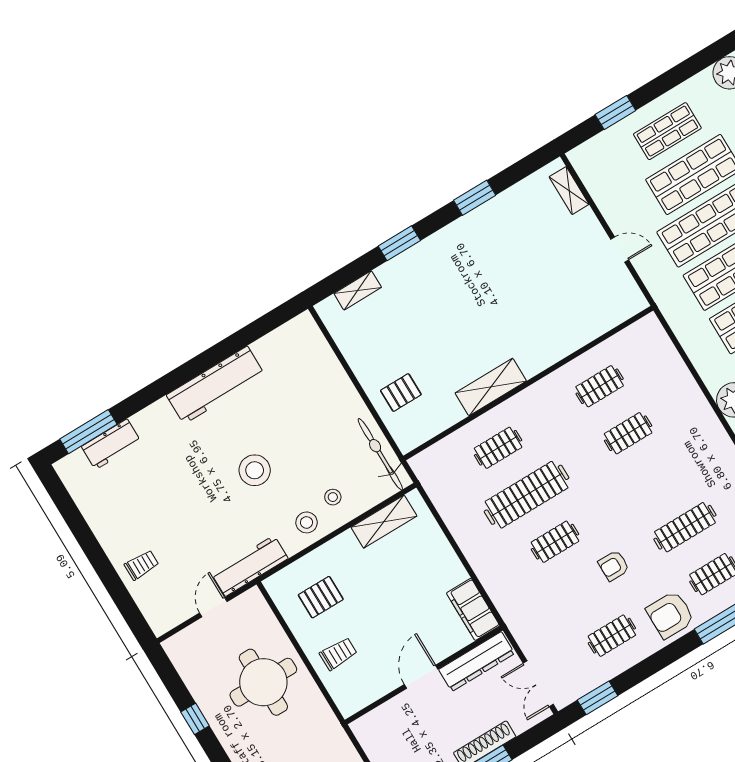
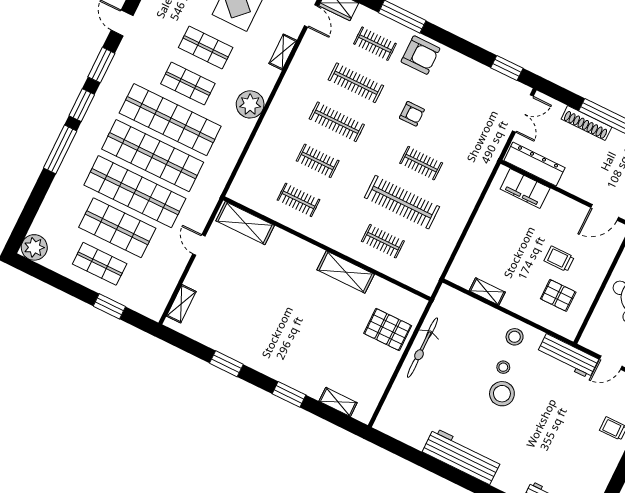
shelving: (611, 314) -> (245, 223), added
pallet: (401, 393) -> (388, 330), width x1.50, depth x1.42
bicycle: (380, 454) -> (422, 348), moved
stool: (333, 497) -> (503, 367), moved
shelving: (384, 522) -> (487, 291), width x0.67, depth x0.75
filing cabinet: (473, 609) -> (525, 188), moved, turned 90
clothes rail: (612, 636) -> (337, 122), moved, width x1.36
trolley: (338, 654) -> (559, 259), moved
door: (421, 677) -> (605, 212), moved

